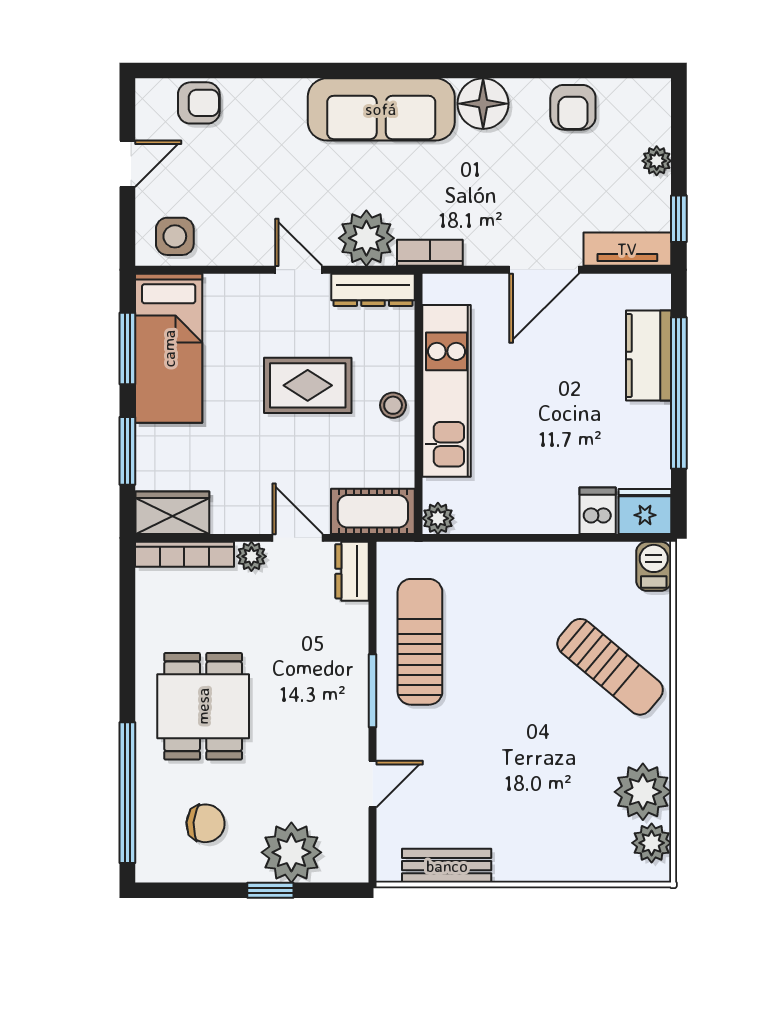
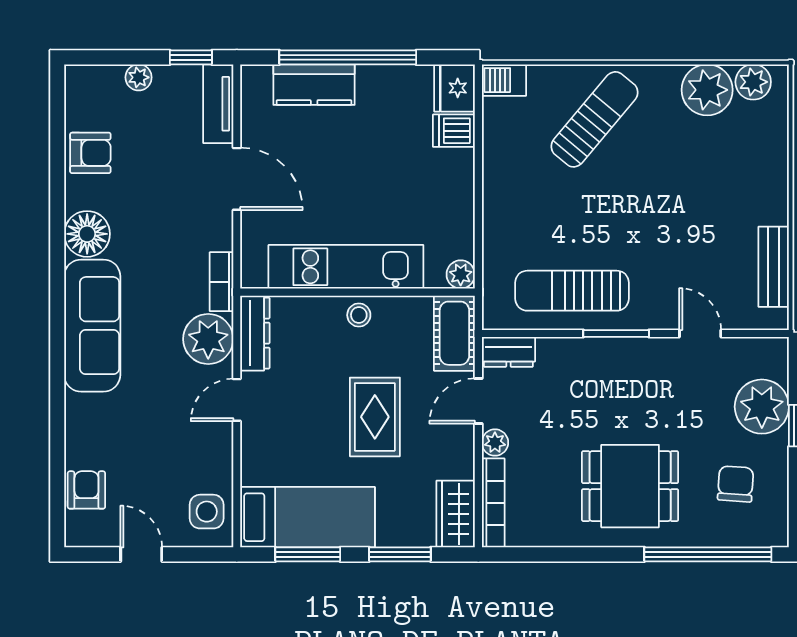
rug: (308, 385) -> (375, 417), moved

